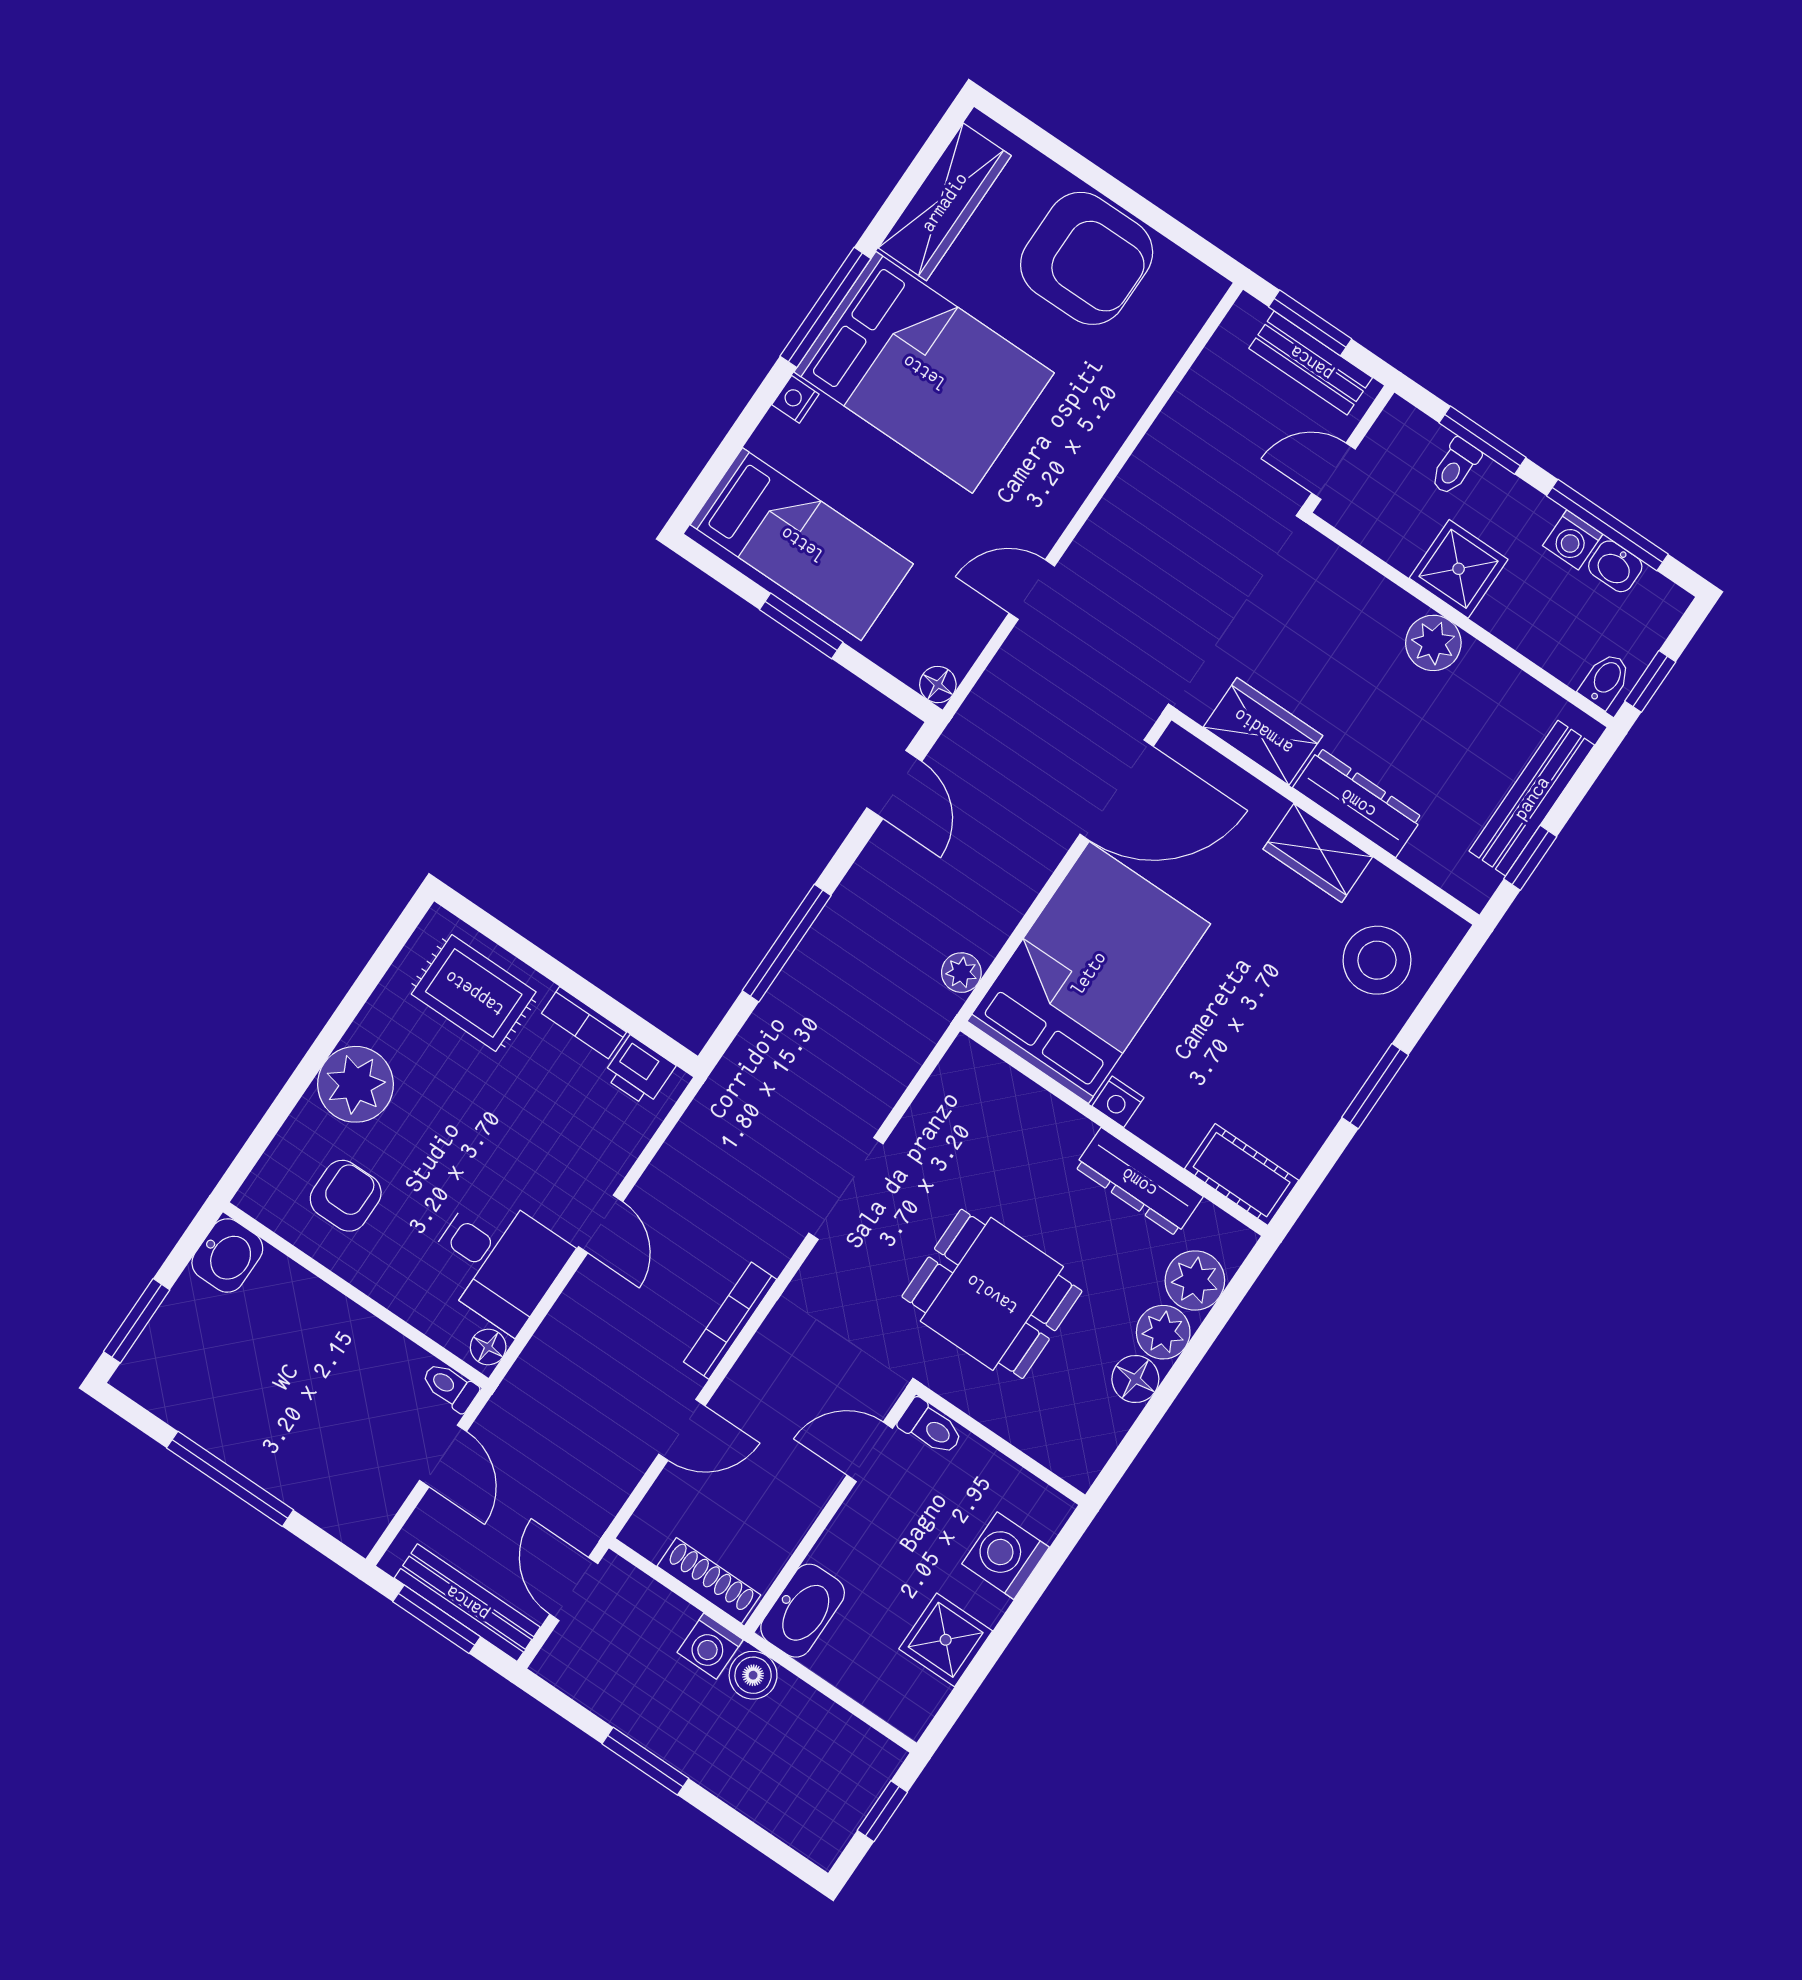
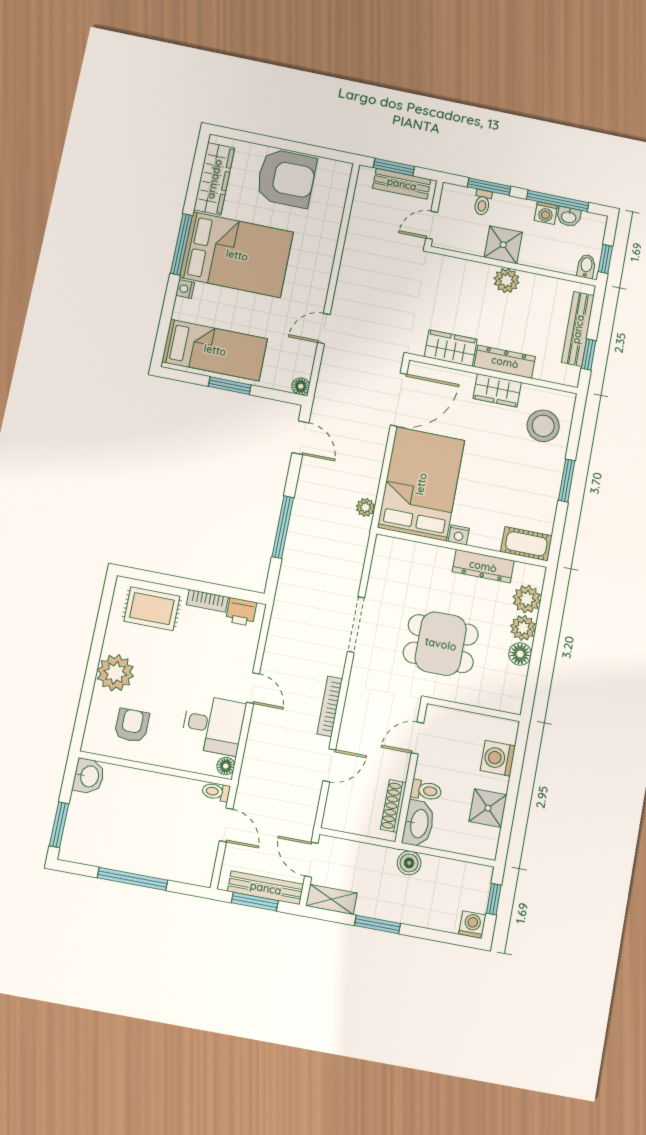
toilet: (931, 1427) -> (426, 790), moved
shoe rack: (709, 1581) -> (393, 806), moved, turned -90
washing machine: (710, 1646) -> (472, 925), moved, turned 180
shelving: (580, 1678) -> (331, 899), added

